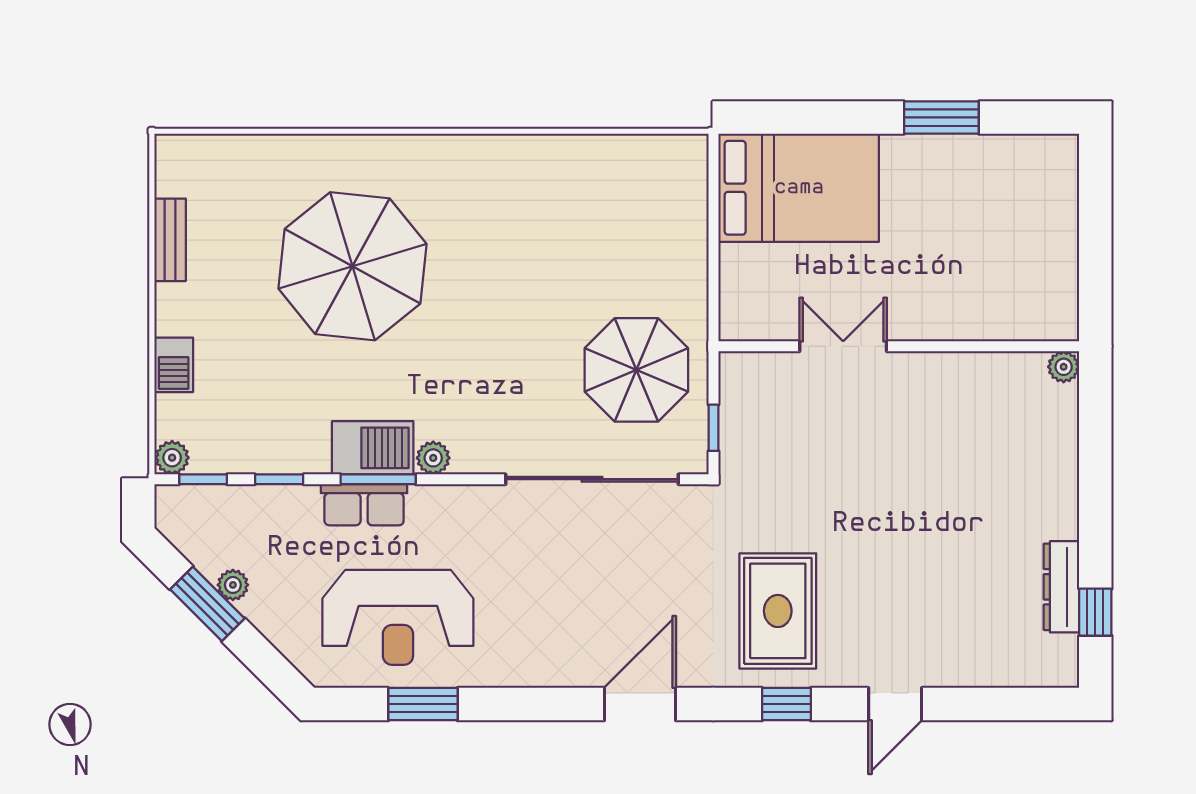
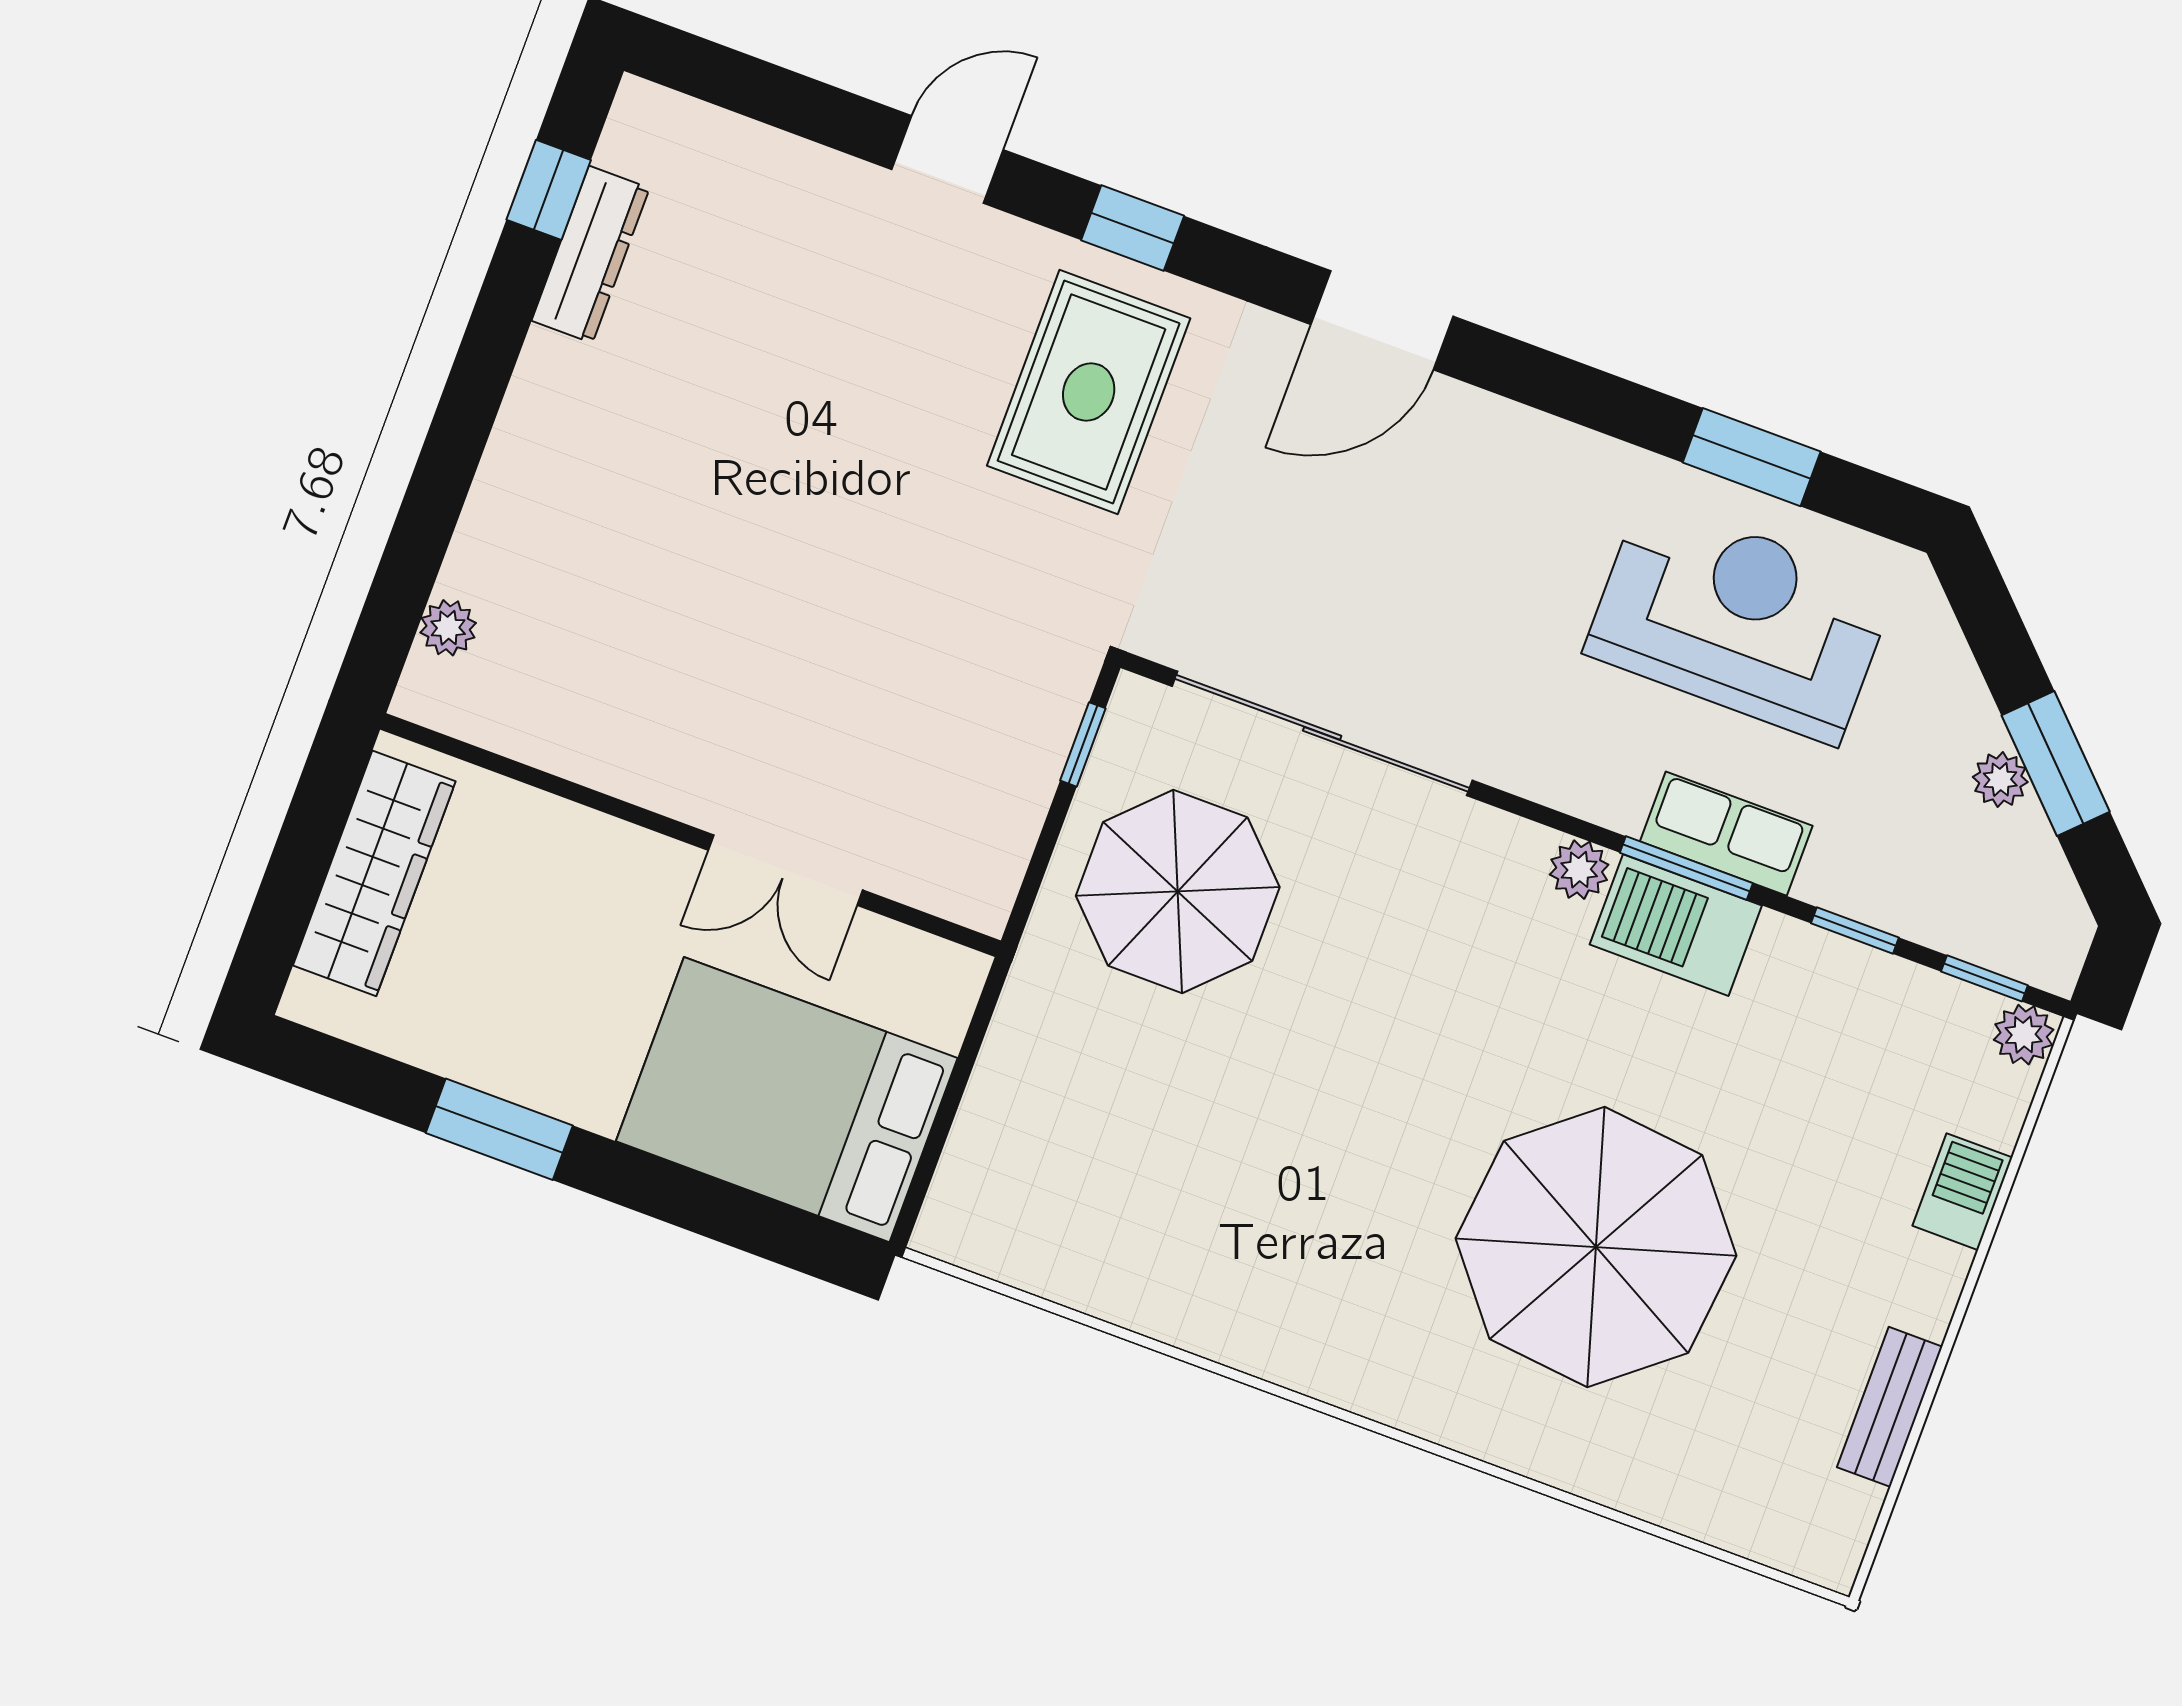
wardrobe: (1055, 226) -> (374, 873), added
double door: (843, 346) -> (785, 870), moved
wall: (899, 346) -> (691, 835), moved

